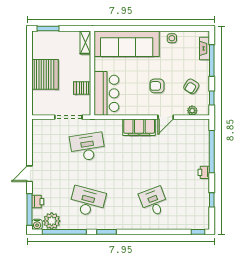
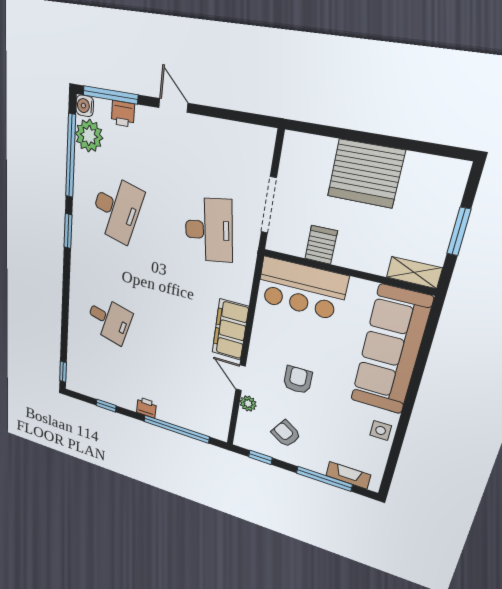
window: (48, 28) -> (459, 232), moved
plant: (192, 111) -> (248, 404), moved
desk: (154, 202) -> (109, 320), turned 36

